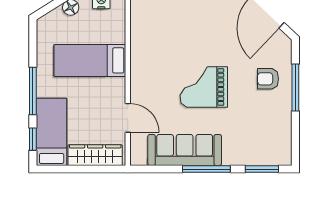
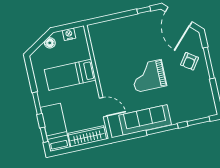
armchair: (268, 79) -> (190, 61), turned -55
window: (33, 91) -> (37, 103), width x0.69

